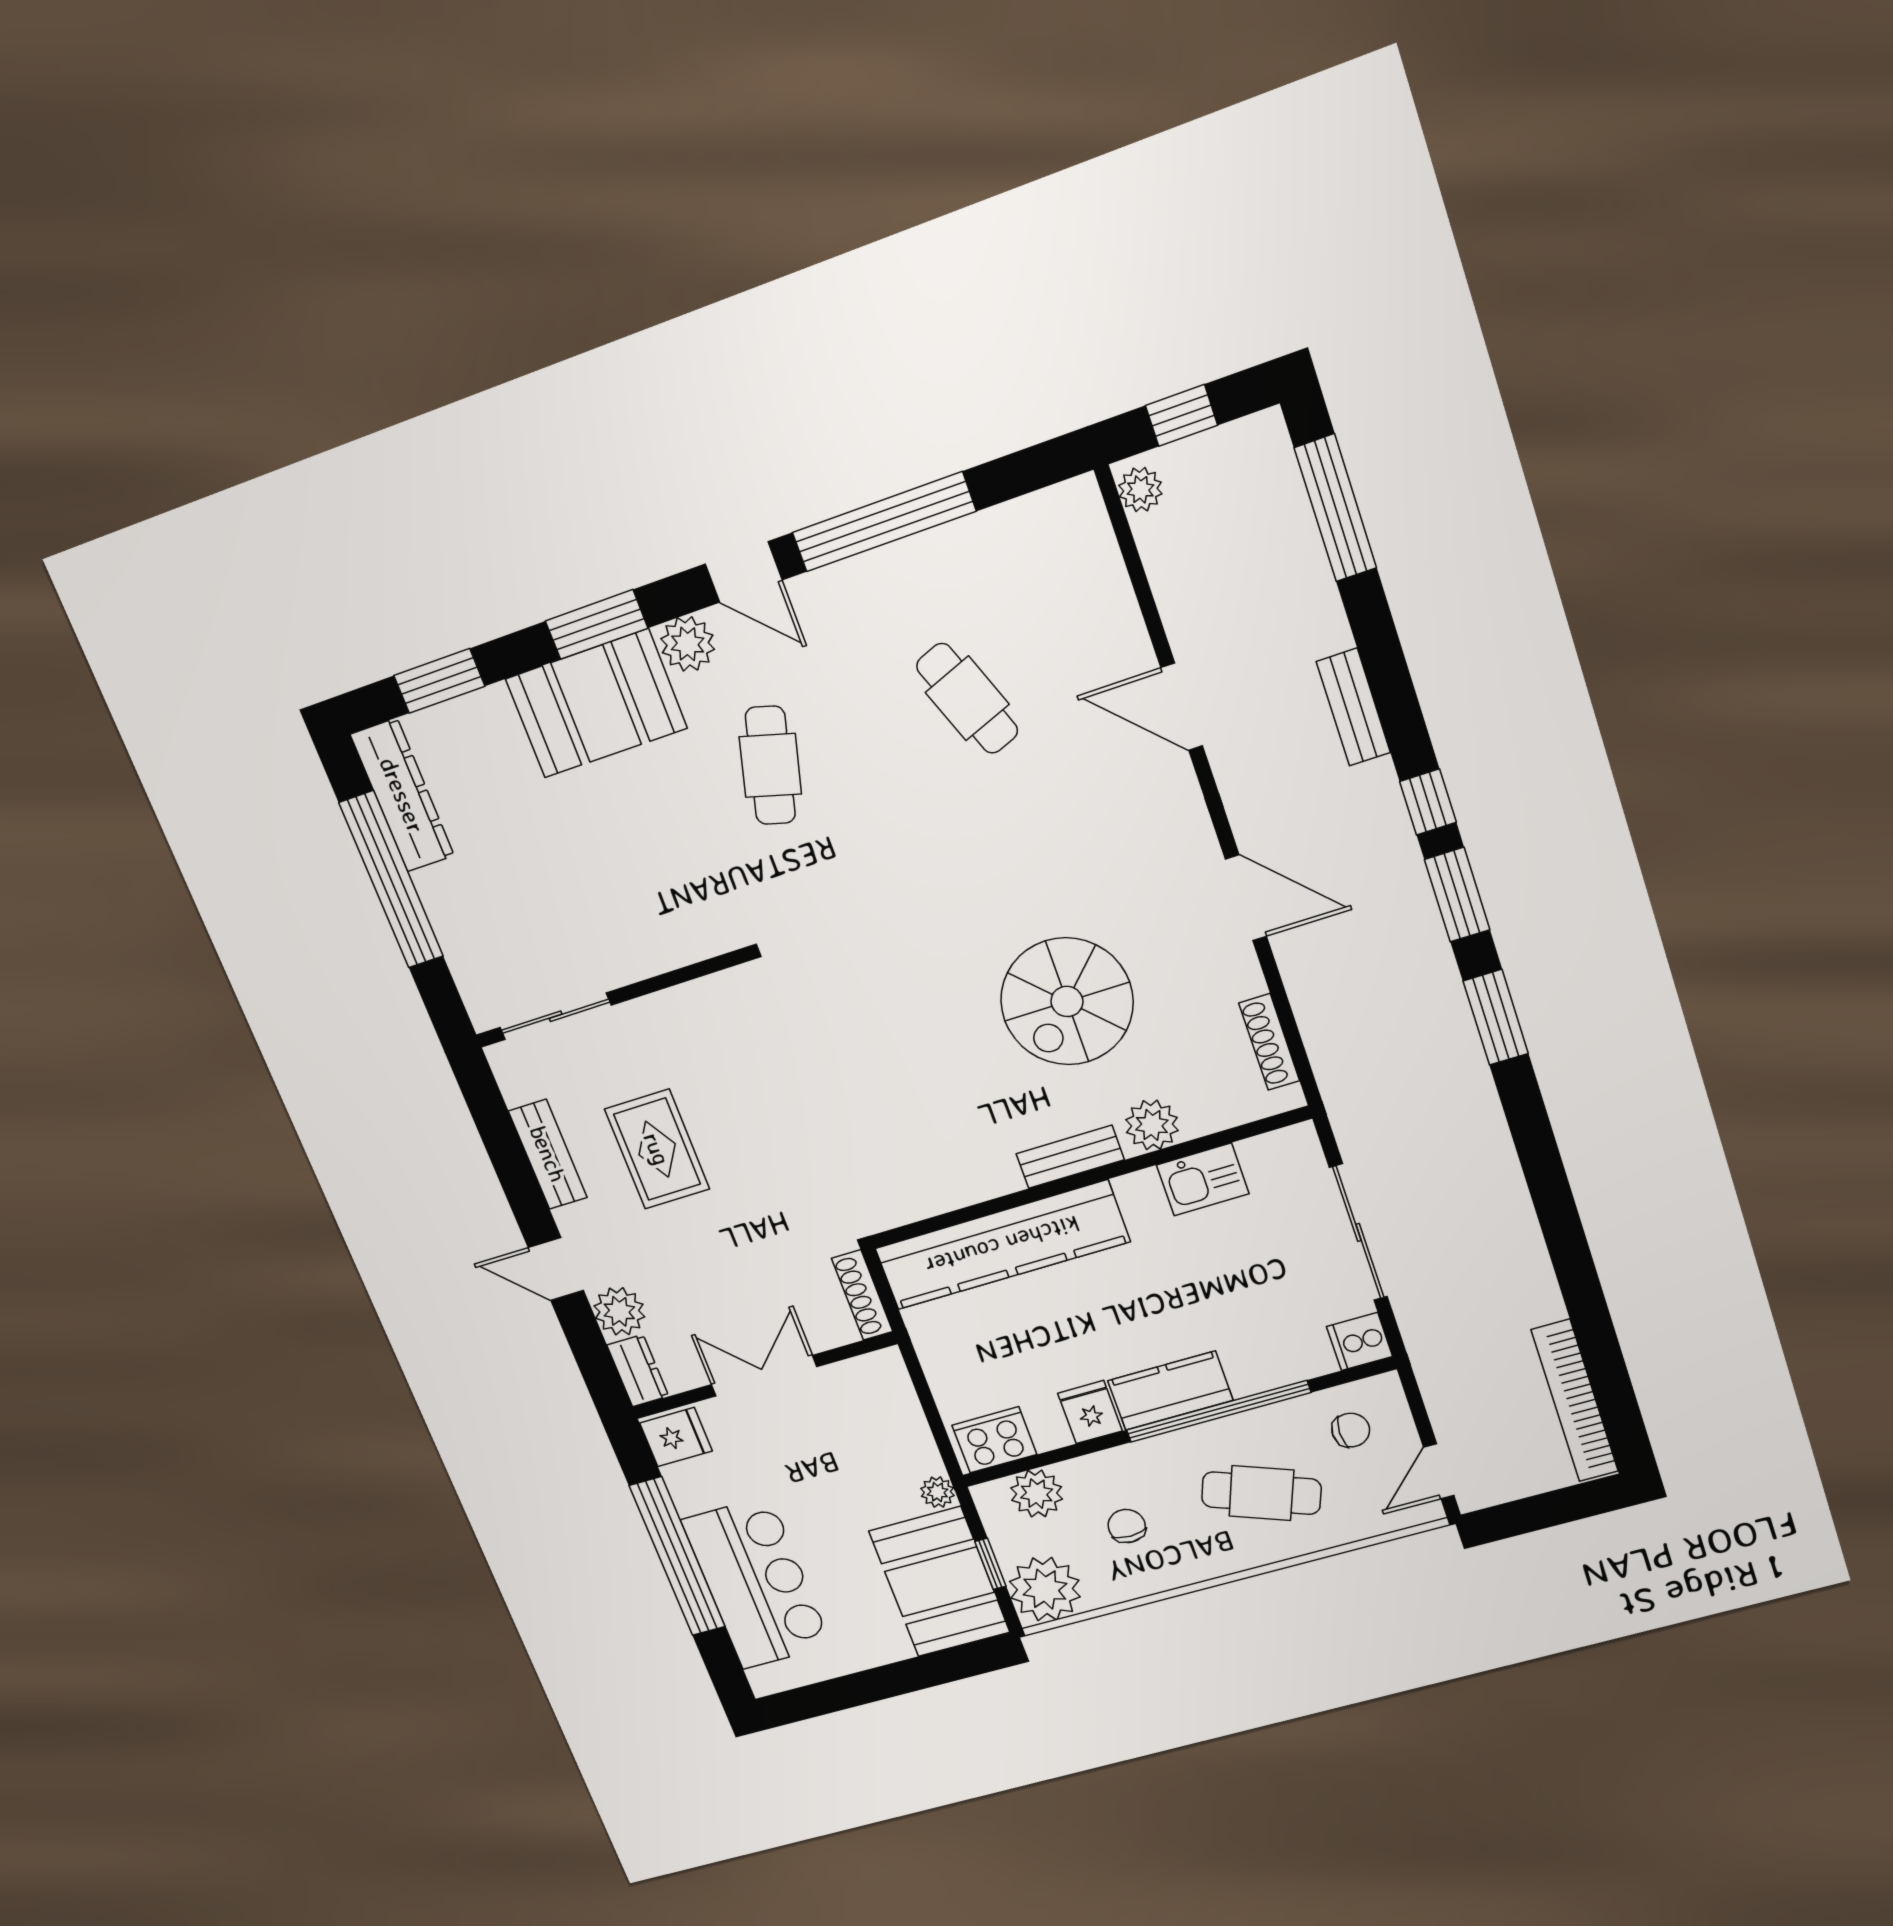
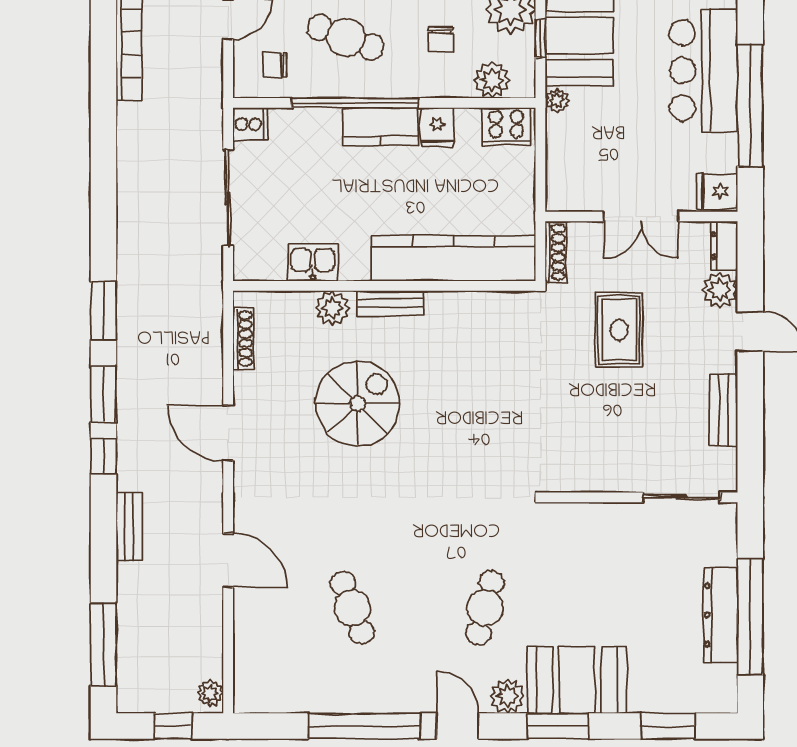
dresser: (402, 795) -> (721, 615), moved
rug: (657, 1149) -> (619, 330), moved

